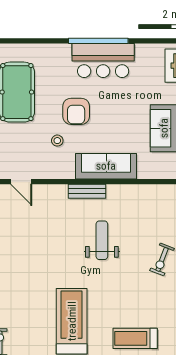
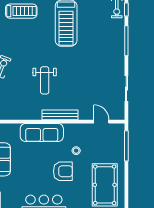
armchair: (76, 111) -> (63, 171), turned 90
bench: (87, 191) -> (60, 115), width x1.36

